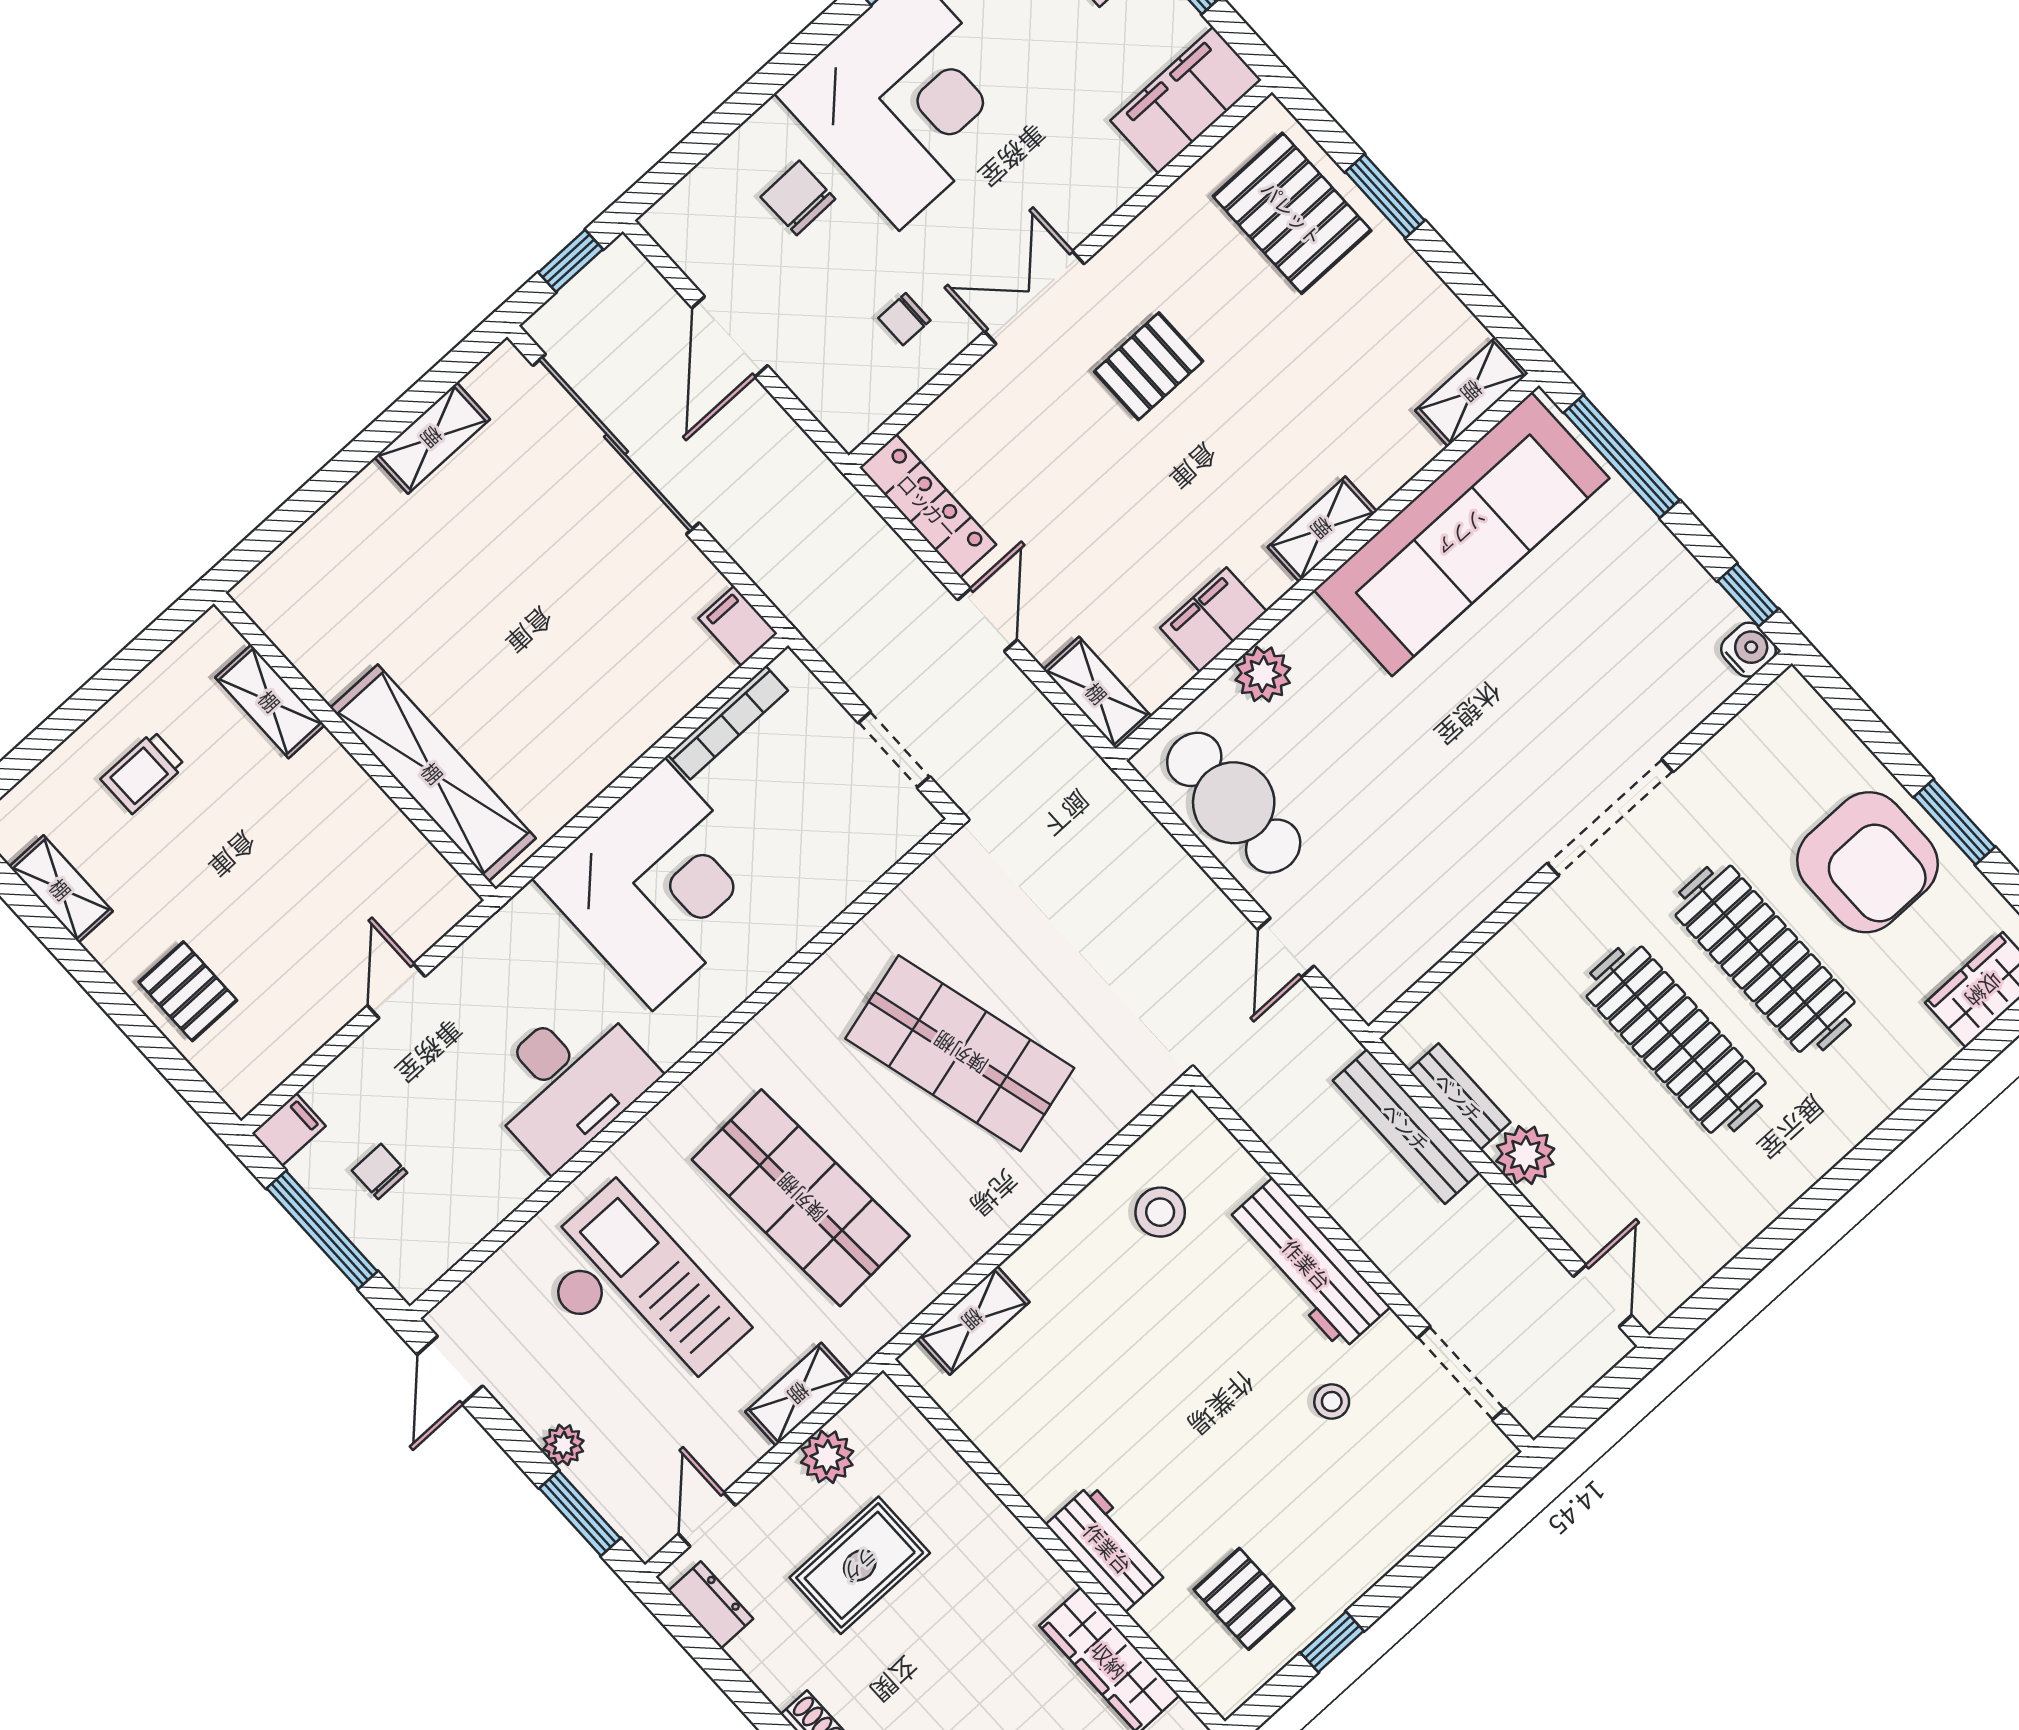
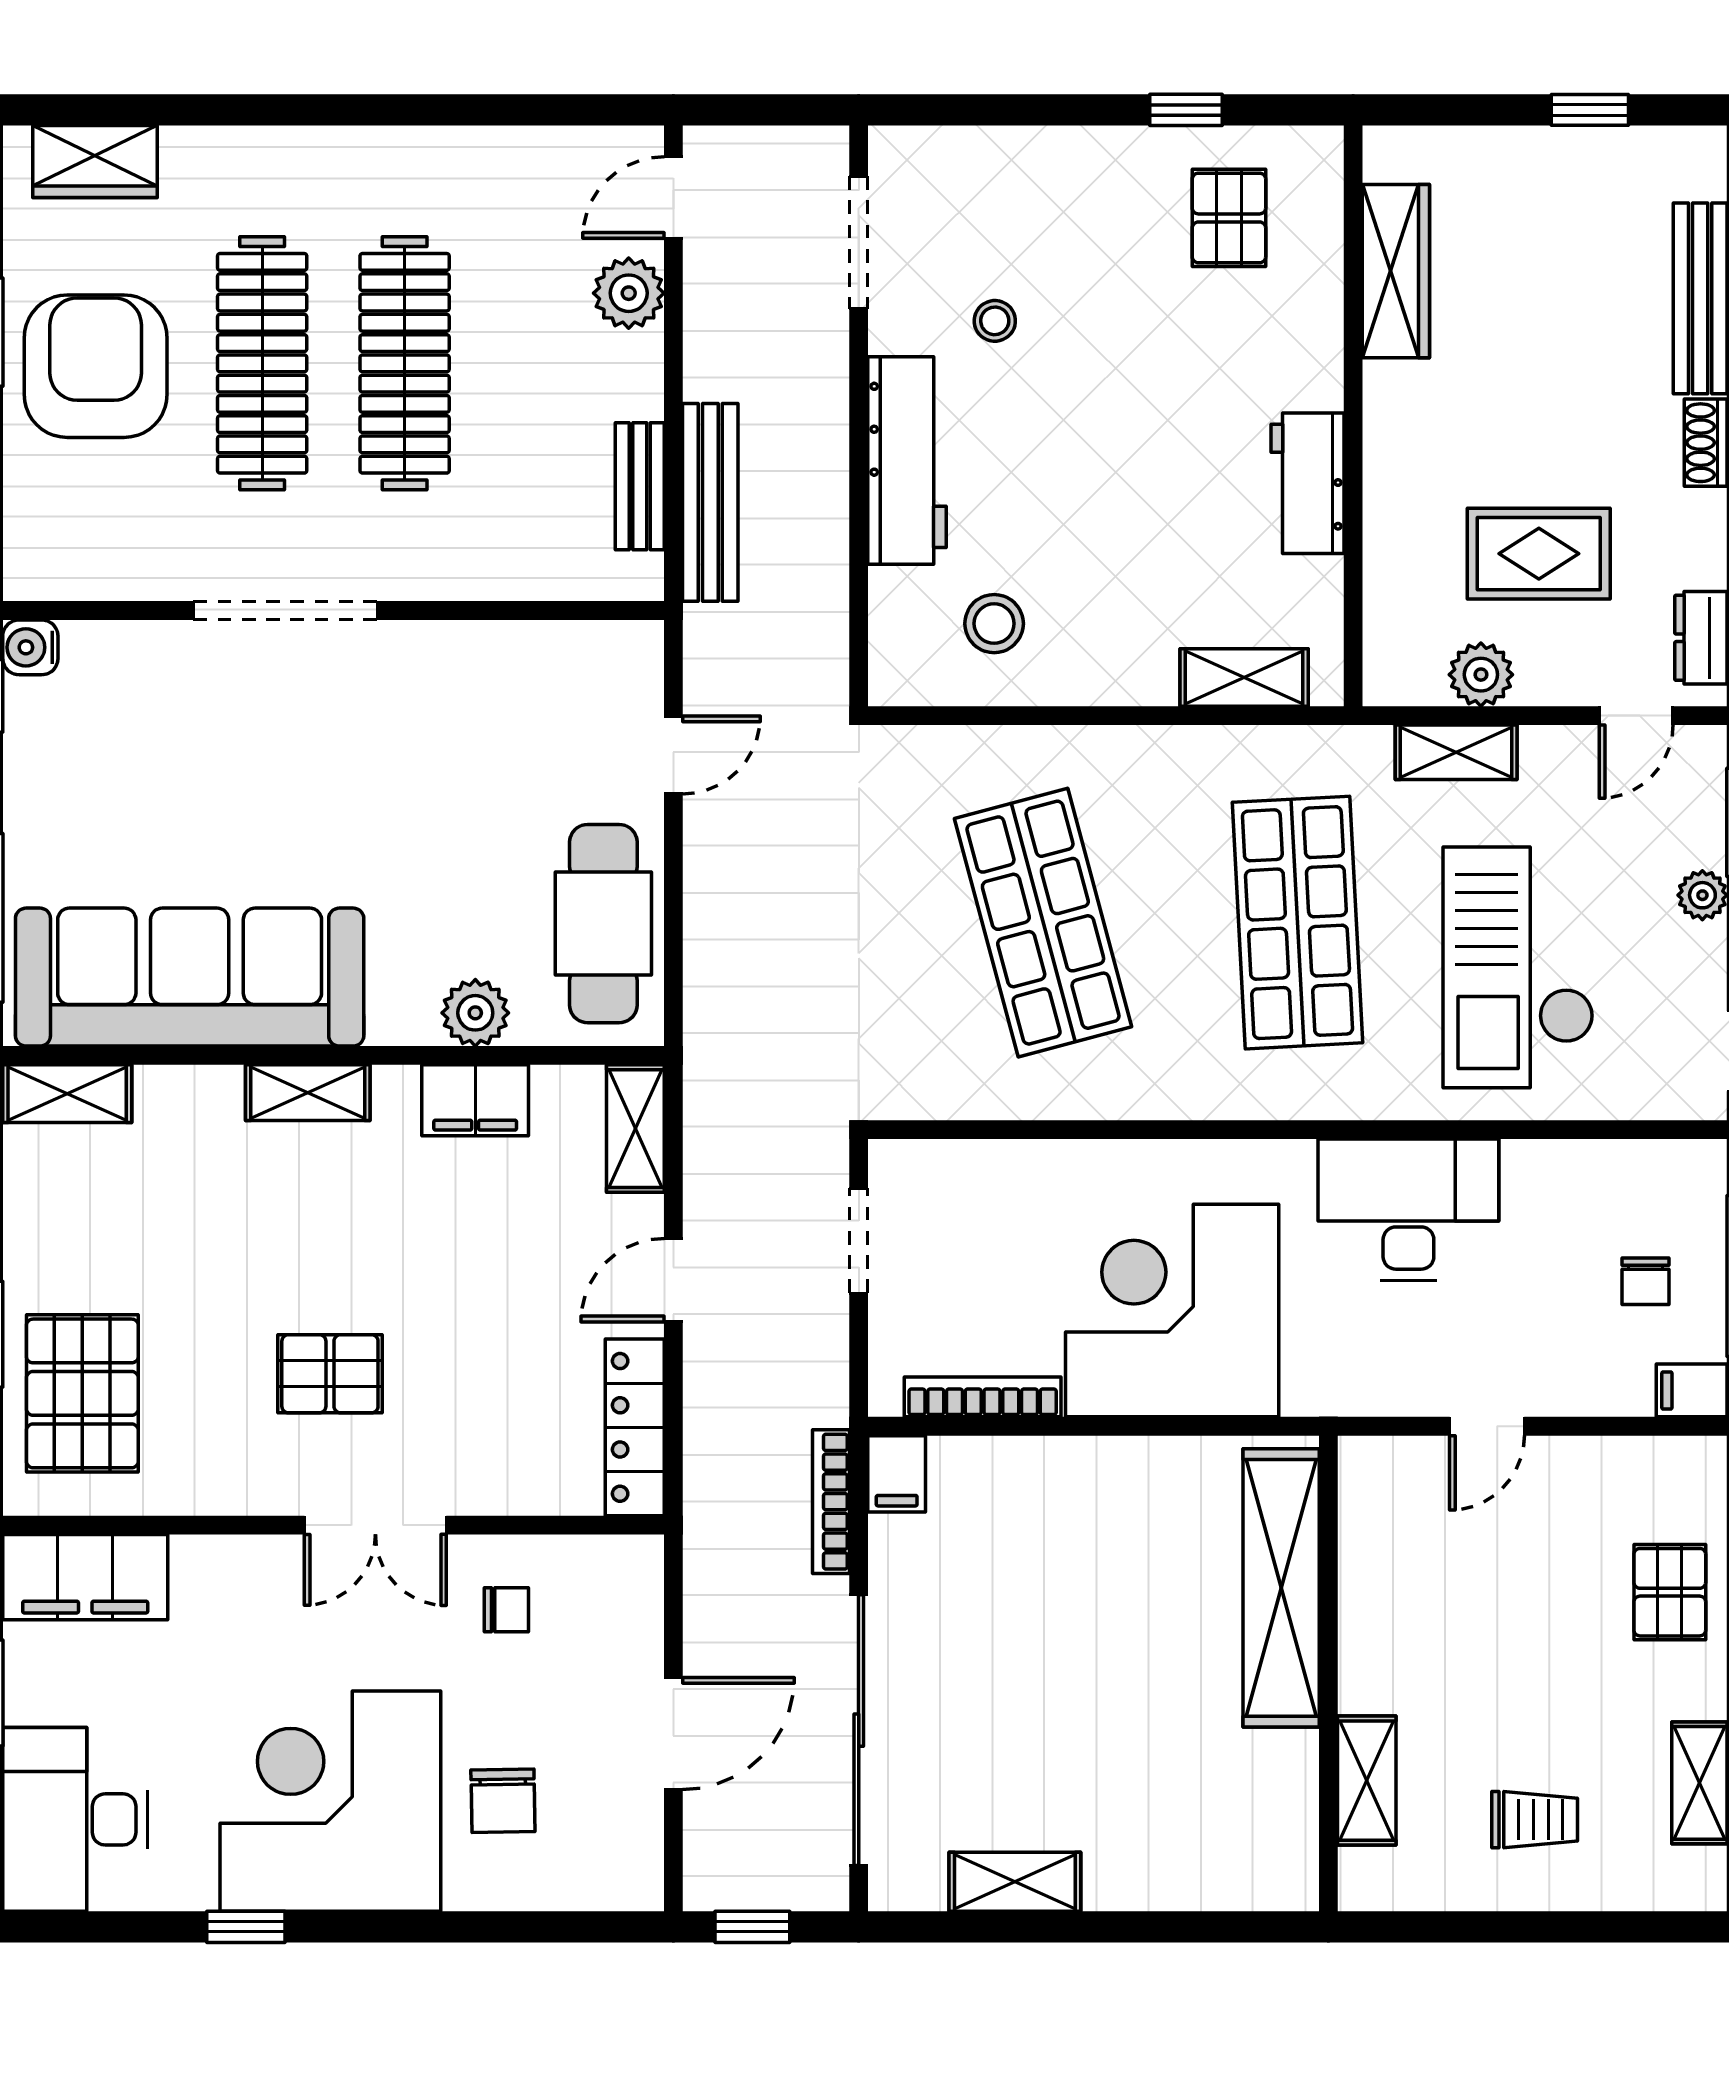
bookcase: (763, 571) -> (831, 1502), added
plant: (1525, 1155) -> (629, 293), moved
workbench: (1108, 1548) -> (1307, 483), moved

